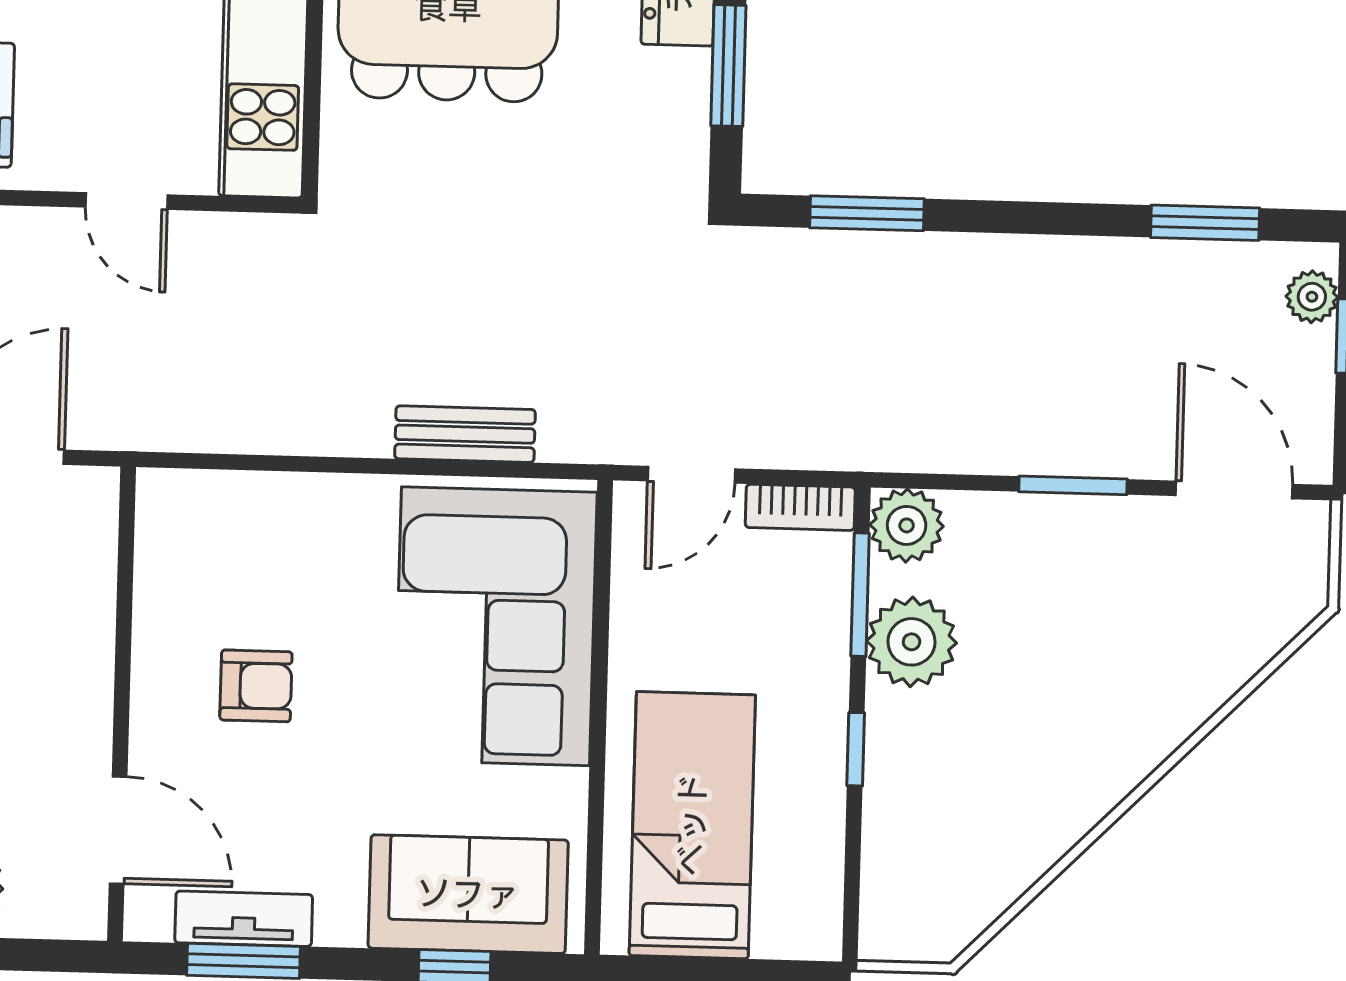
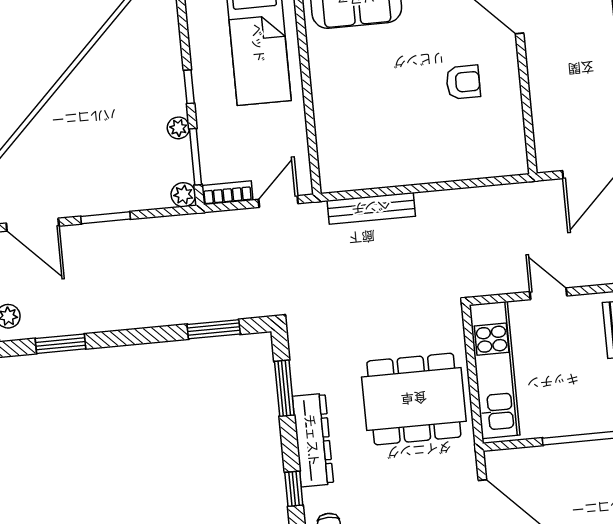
bench: (465, 434) -> (371, 208), width x1.36
plant: (907, 525) -> (183, 195), width x0.73, depth x0.73
corner sofa: (496, 626) -> (358, 122), removed
plant: (911, 642) -> (178, 128), width x0.53, depth x0.53
armchair: (256, 686) -> (463, 82), turned 180

